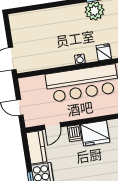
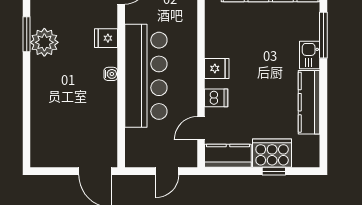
door: (52, 126) -> (201, 128), swing flipped
fridge: (95, 133) -> (217, 68), width x0.53, depth x0.75

